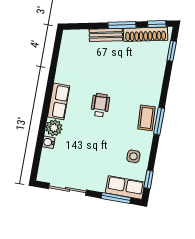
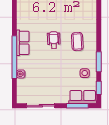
window: (44, 118) -> (14, 57), added
coffee table: (146, 118) -> (77, 42), moved
window: (159, 121) -> (99, 62), moved
plant: (54, 128) -> (23, 63), removed

